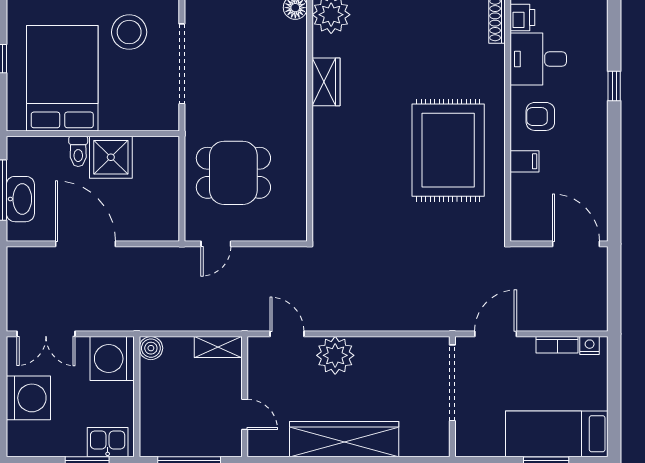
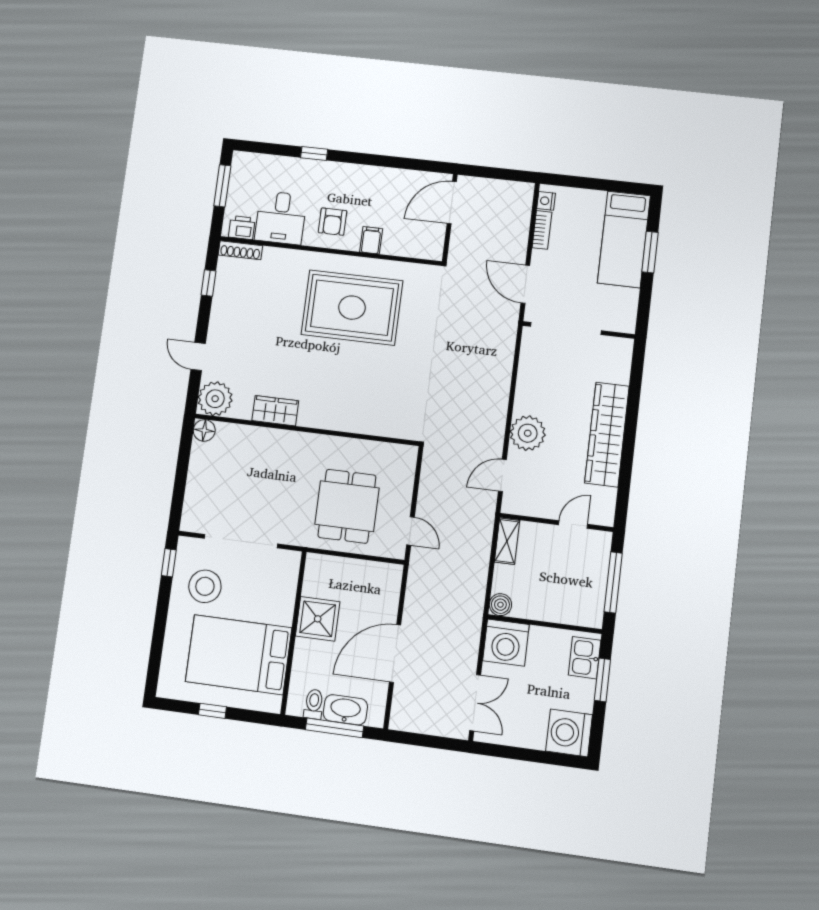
toilet: (78, 151) -> (314, 704), moved, turned -90
washing machine: (28, 398) -> (569, 733), moved, turned -90

